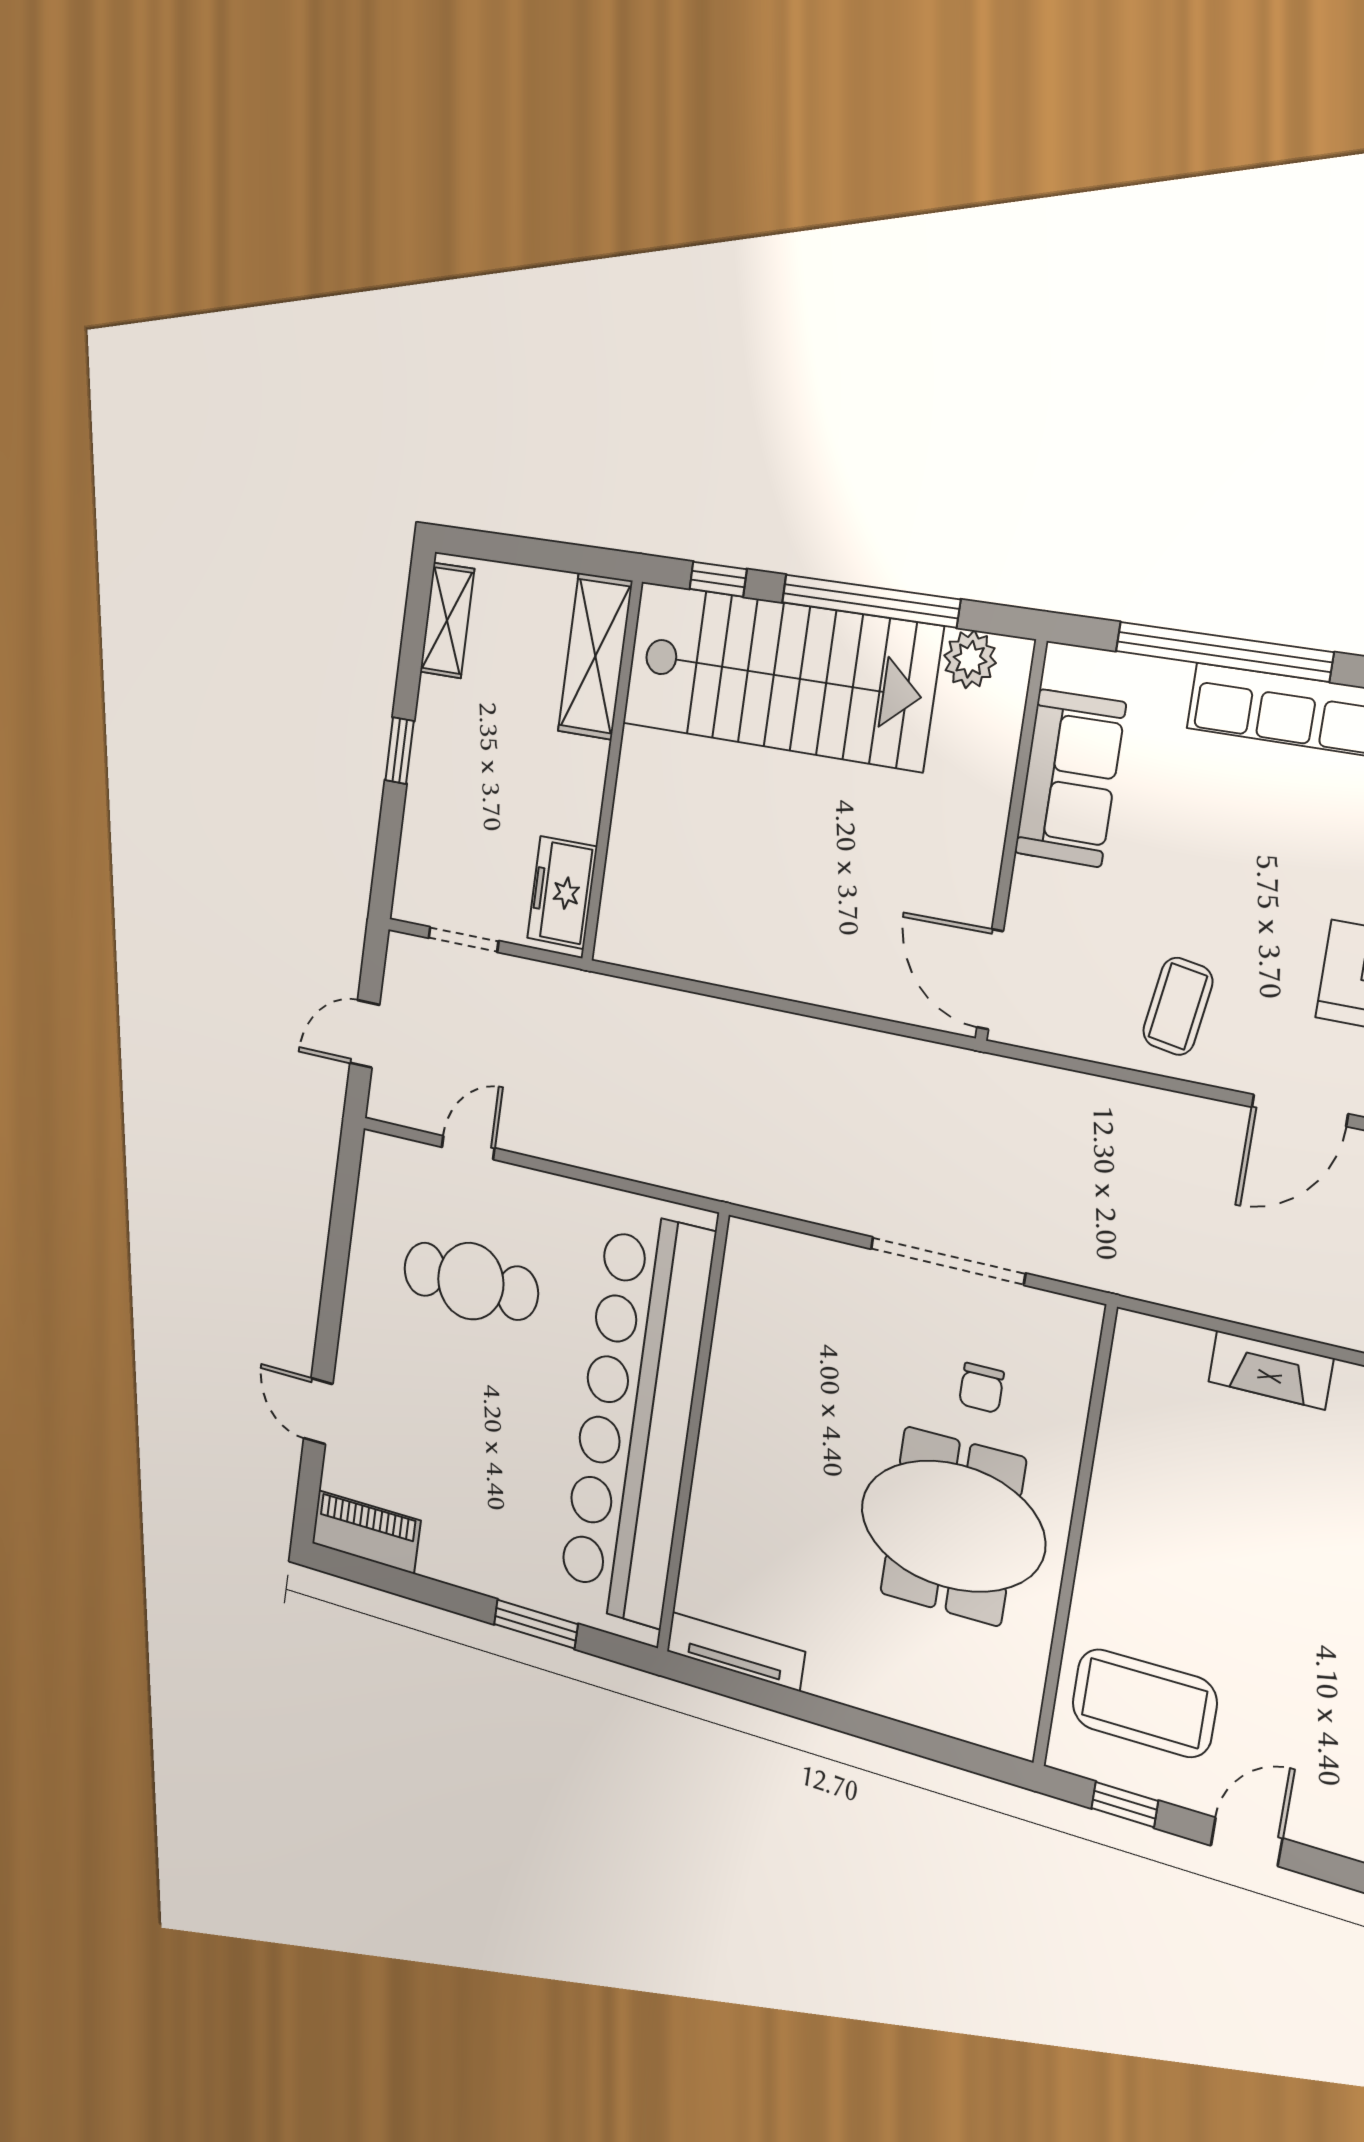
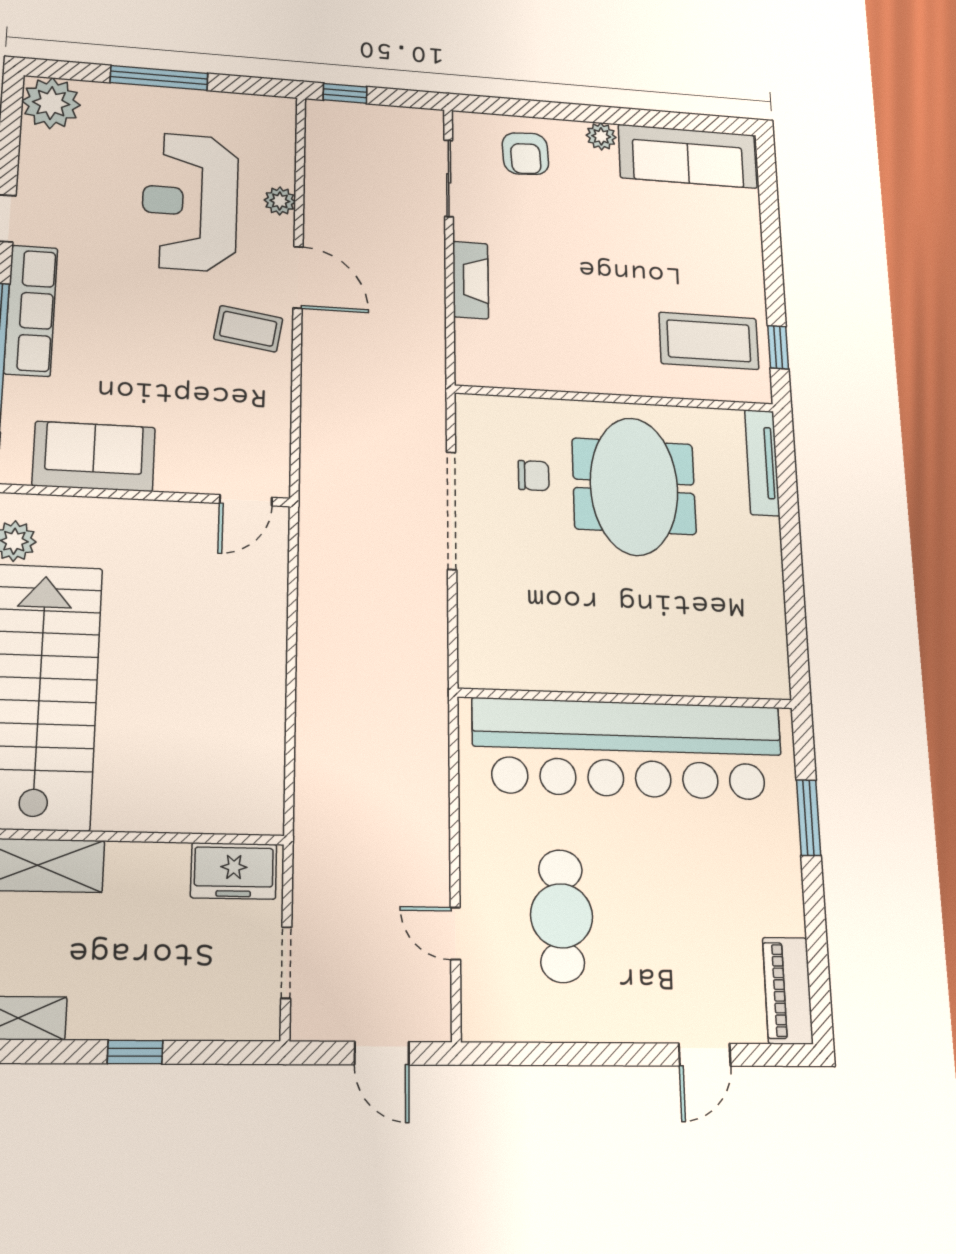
door: (990, 979) -> (246, 500), width x0.73
coffee table: (1178, 1006) -> (248, 329), moved
tv unit: (735, 1651) -> (762, 463), moved
coffee table: (1144, 1703) -> (709, 341), turned 90
door: (1247, 1842) -> (773, 267), removed

